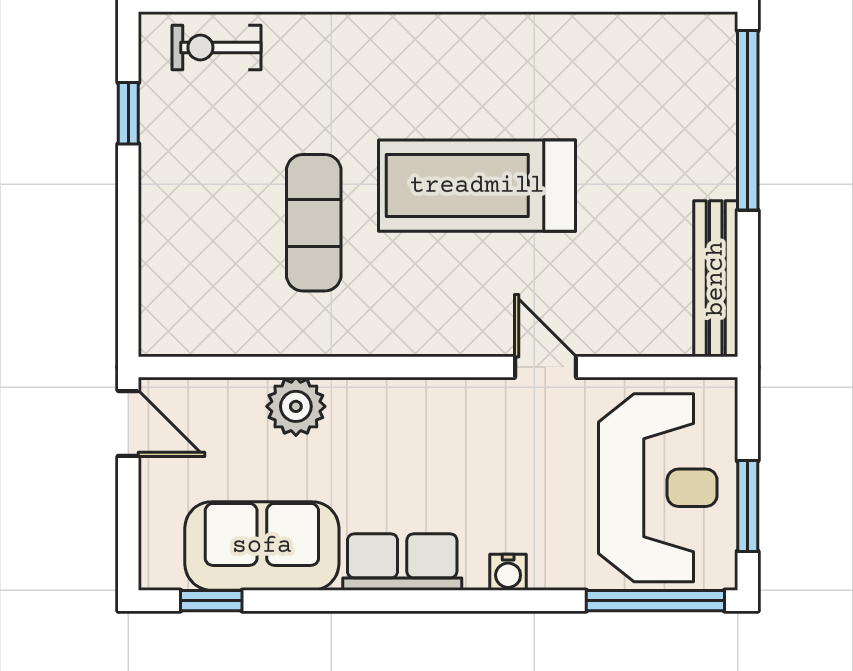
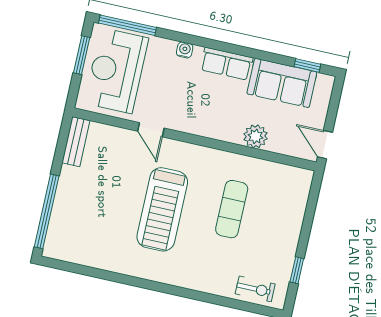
treadmill: (477, 186) -> (162, 209), turned 90
bench: (716, 279) -> (76, 142), width x0.73

